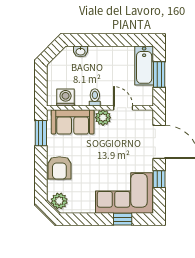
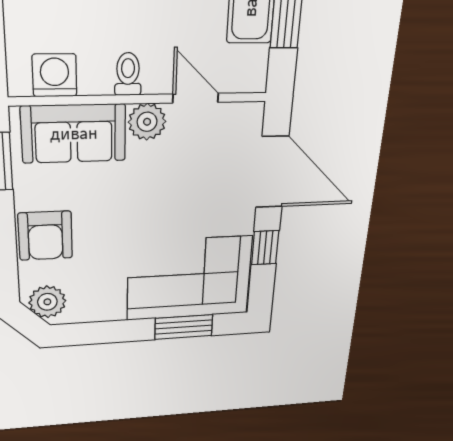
window: (123, 219) -> (184, 327), width x1.50

